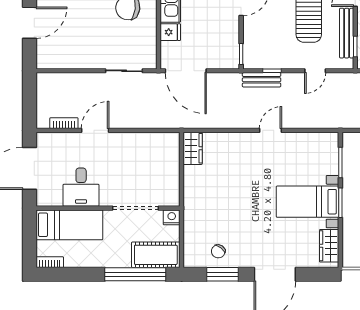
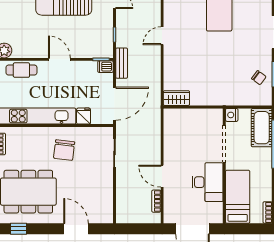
dishwasher: (232, 60) -> (105, 67), added
bench: (262, 80) -> (122, 63), moved
door: (271, 130) -> (162, 36), hinge flipped
desk: (81, 187) -> (208, 182), width x1.37

